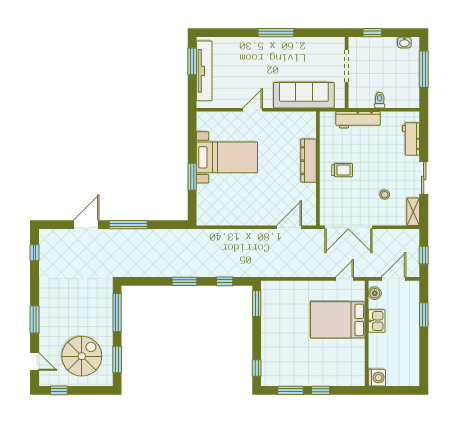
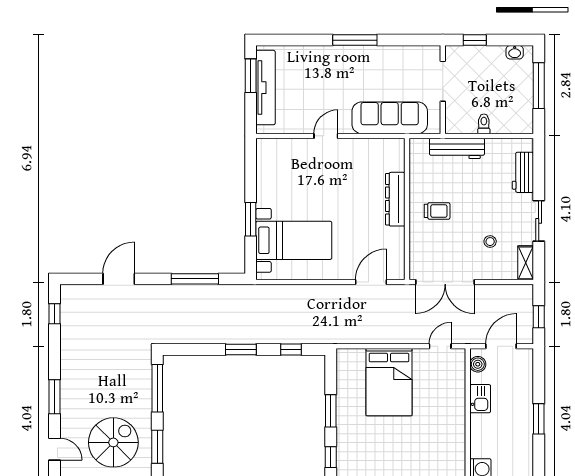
bed with nightstands: (227, 157) -> (294, 240), moved
window: (128, 225) -> (195, 279), moved
window: (257, 303) -> (331, 411), moved
window: (424, 315) -> (539, 419), moved
bed: (338, 320) -> (389, 382), moved, turned -90

